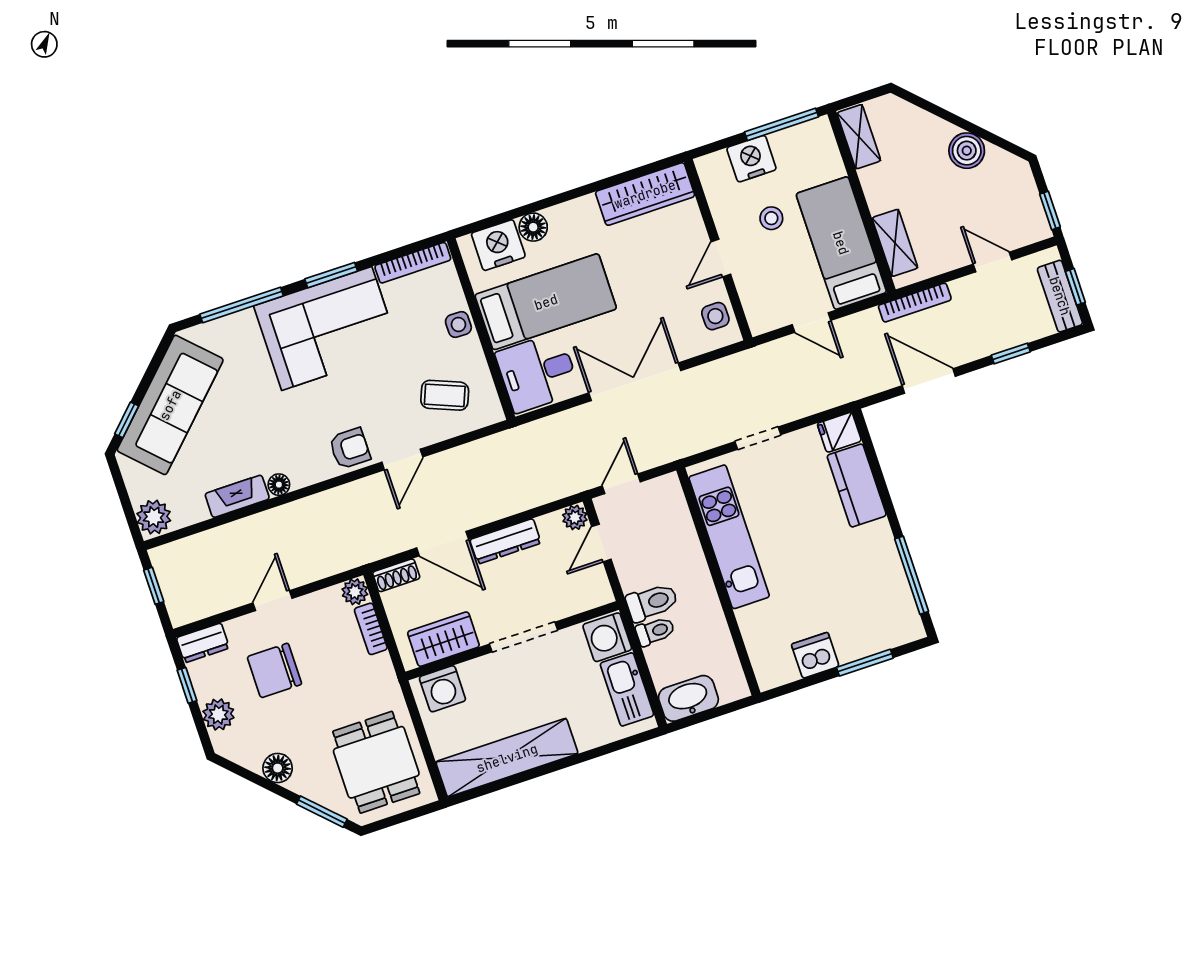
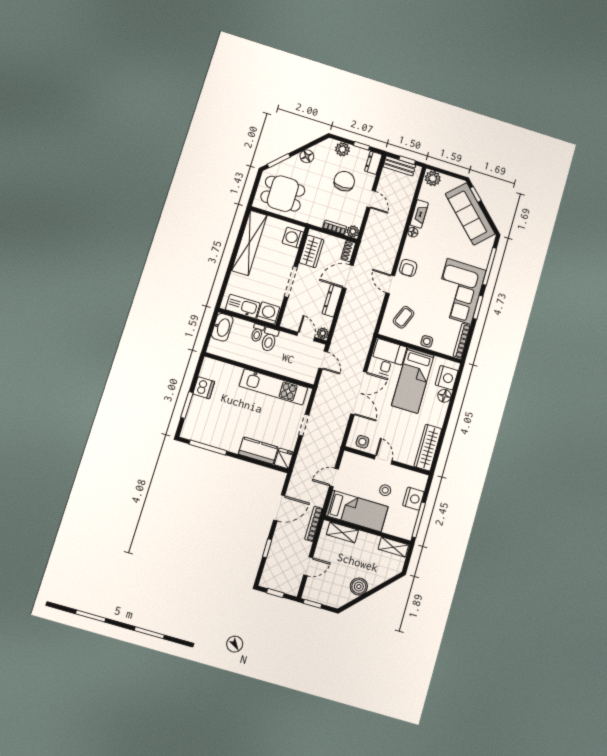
bench: (1060, 296) -> (399, 166), moved

